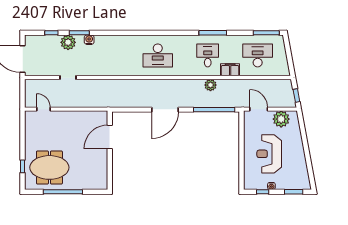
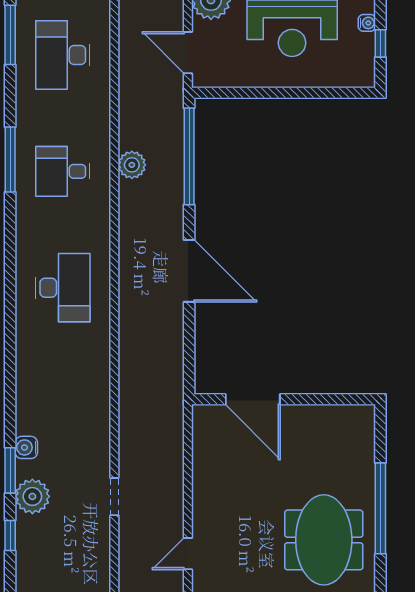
filing cabinet: (230, 70) -> (96, 119), removed
door: (259, 109) -> (188, 53), hinge flipped

